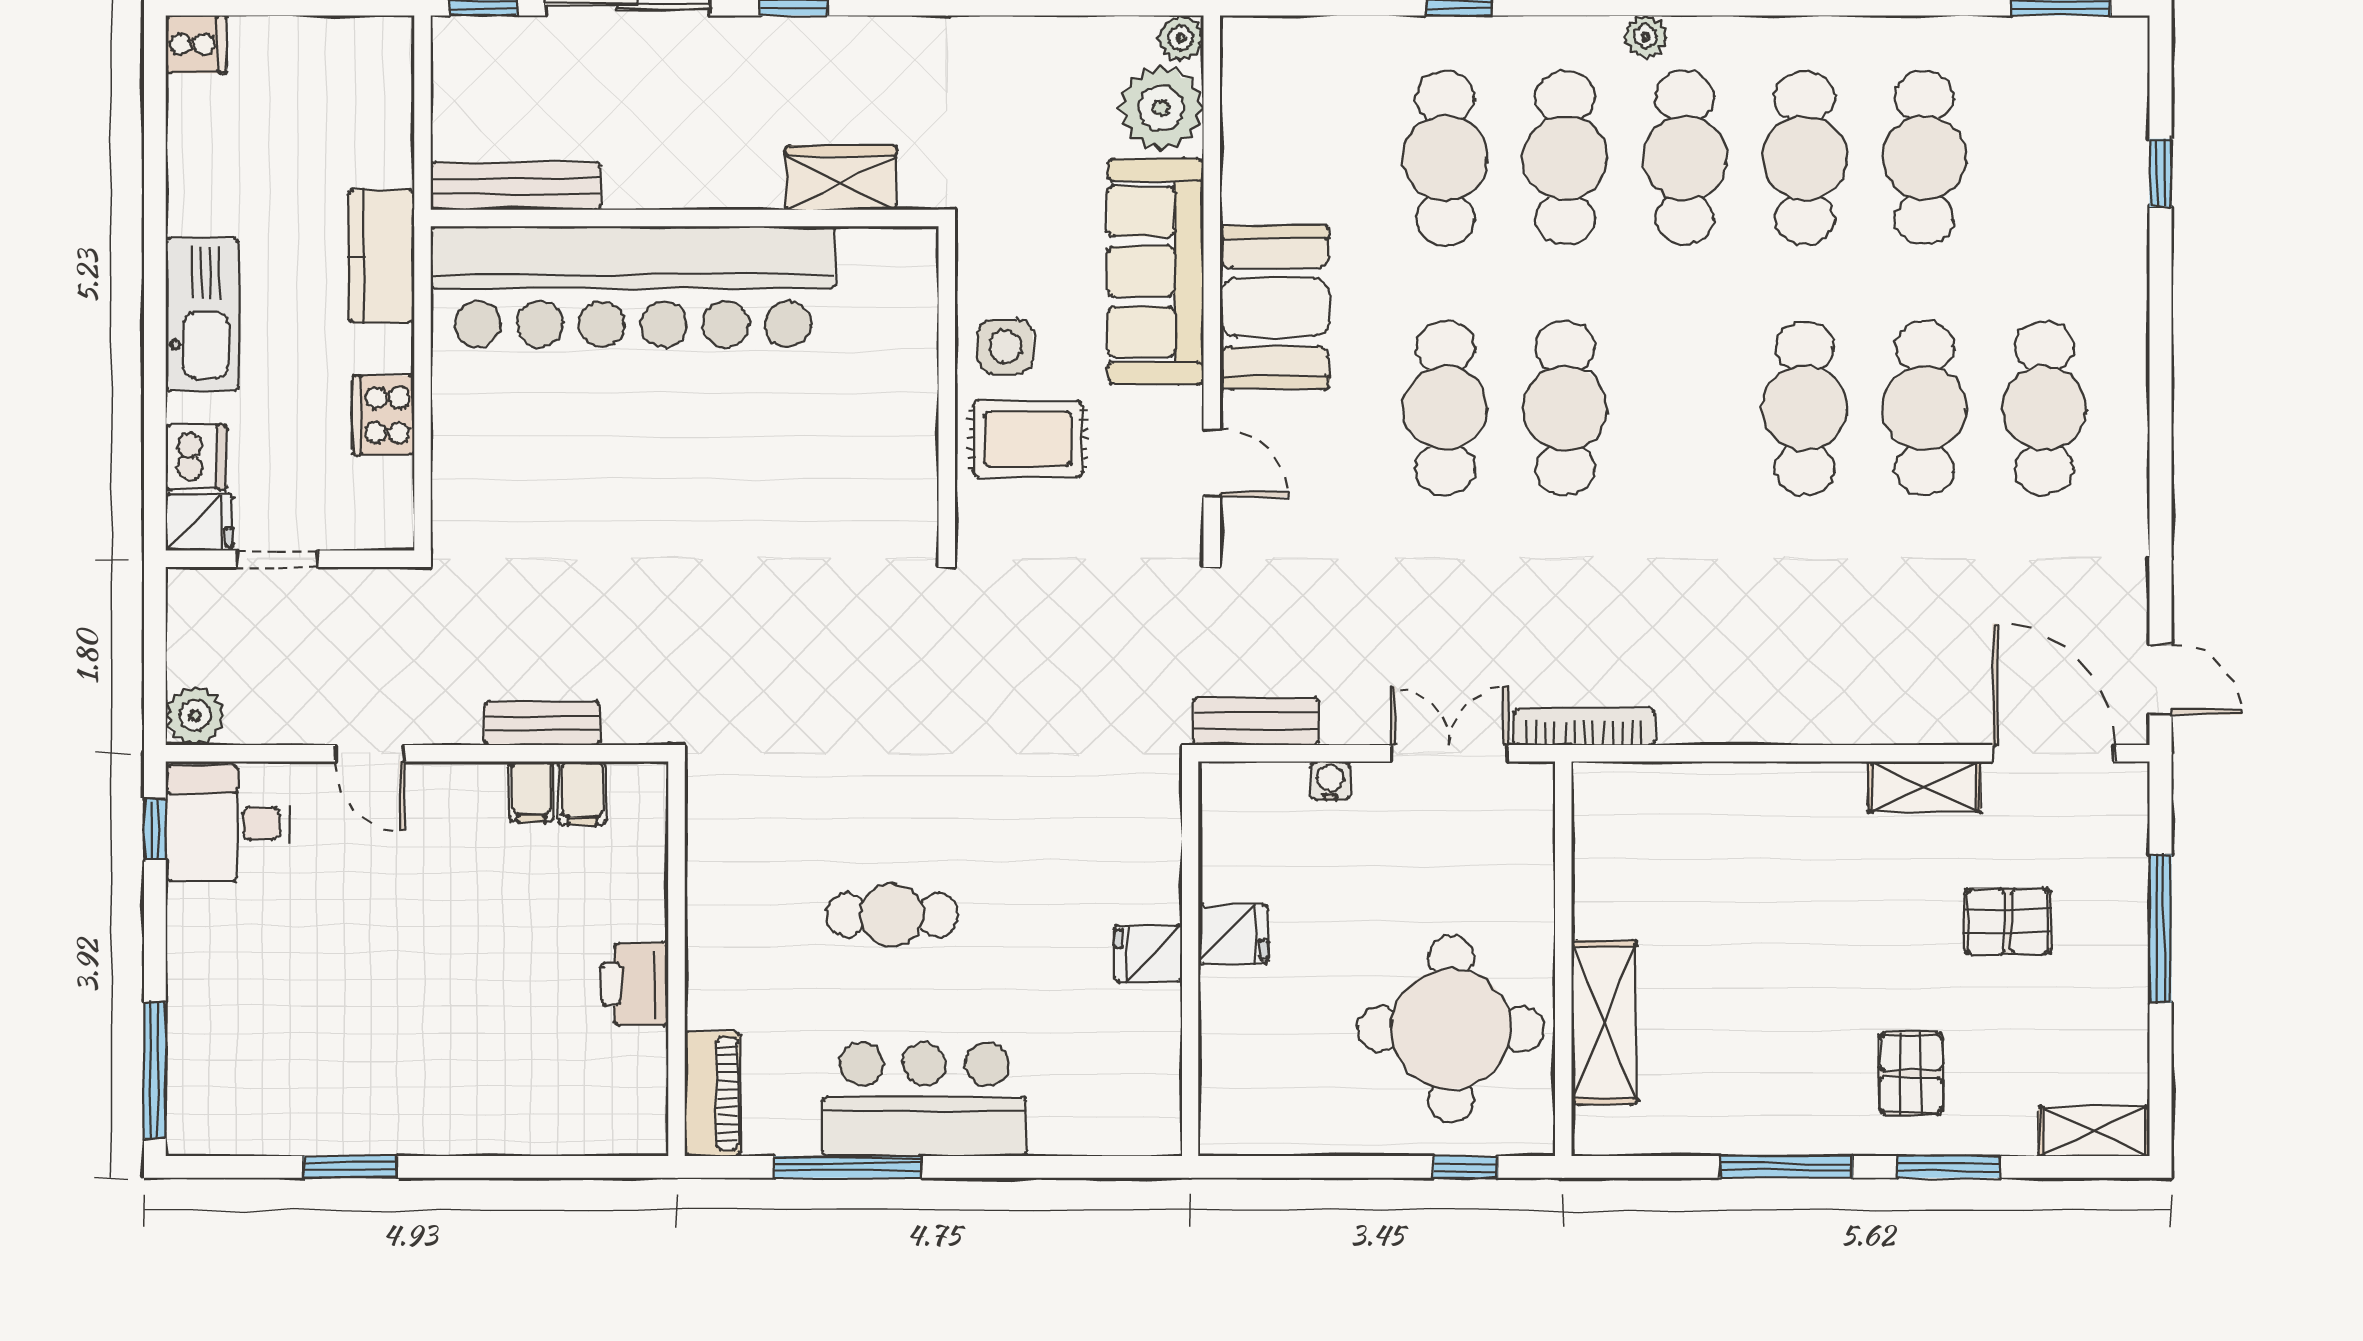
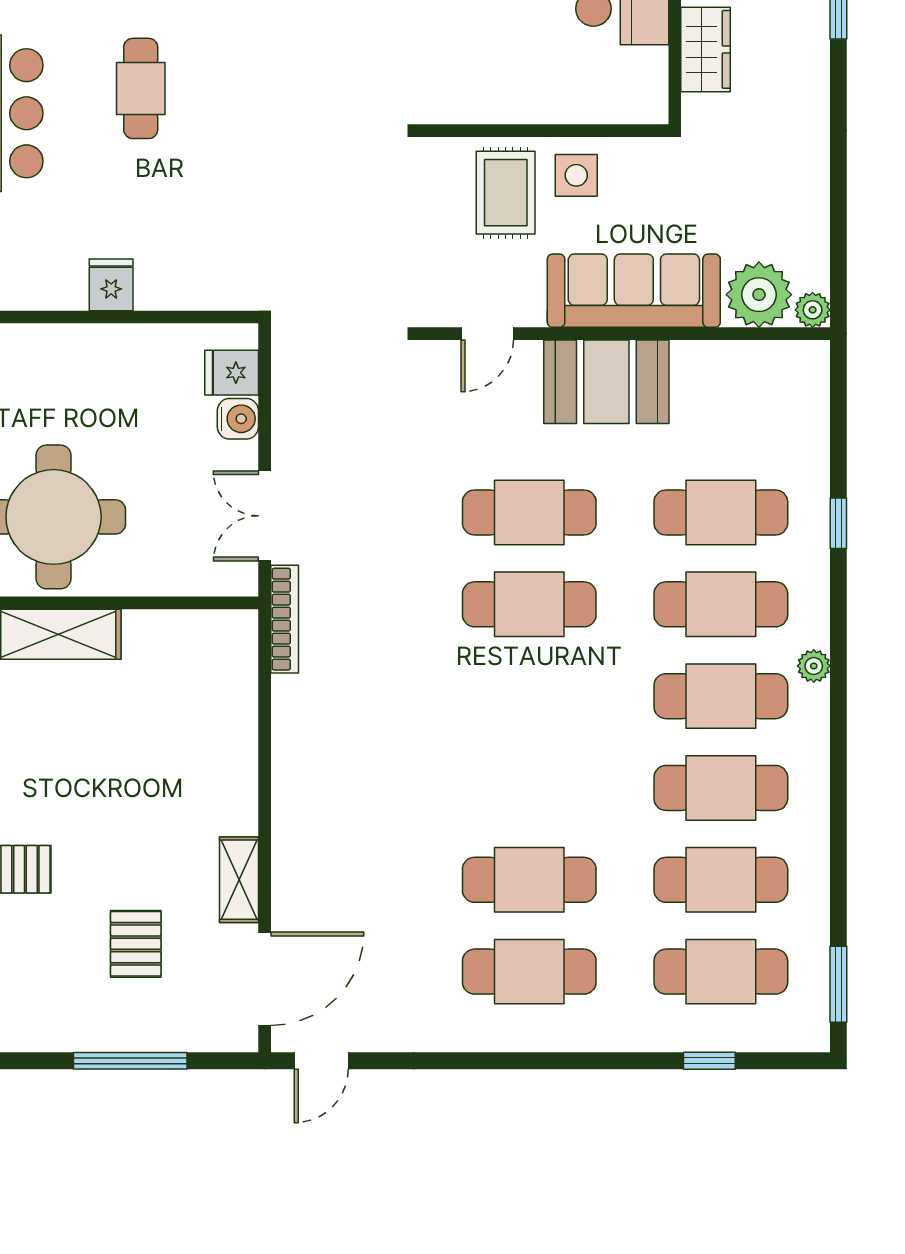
cafe table: (1805, 408) -> (721, 972), moved
bench: (1256, 721) -> (289, 368), removed
double door: (1450, 753) -> (265, 516), swing flipped
water cooler: (1330, 781) -> (238, 419), width x1.38, depth x1.38
fridge: (1233, 934) -> (232, 373), moved, turned 90

